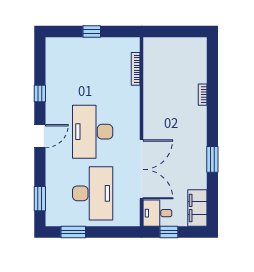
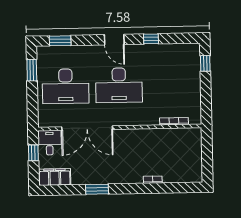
window: (92, 31) -> (205, 63), moved
desk: (93, 132) -> (119, 85), turned 180

